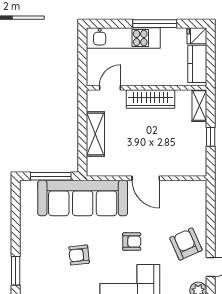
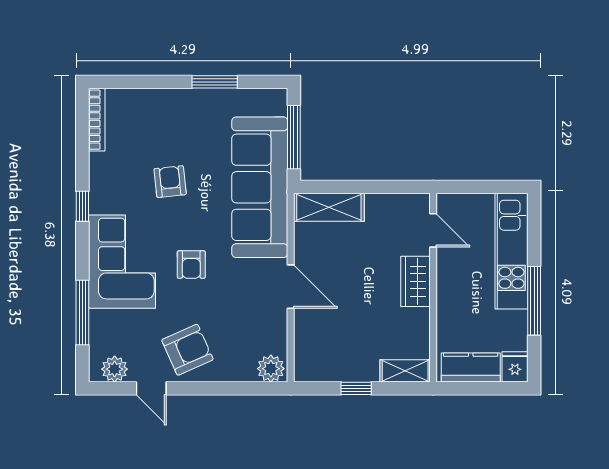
wardrobe: (151, 99) -> (416, 281), width x0.67
shelving: (95, 134) -> (329, 207), moved
door: (146, 178) -> (291, 287), swing flipped
plant: (198, 191) -> (271, 369), added
window: (16, 271) -> (215, 82), moved

